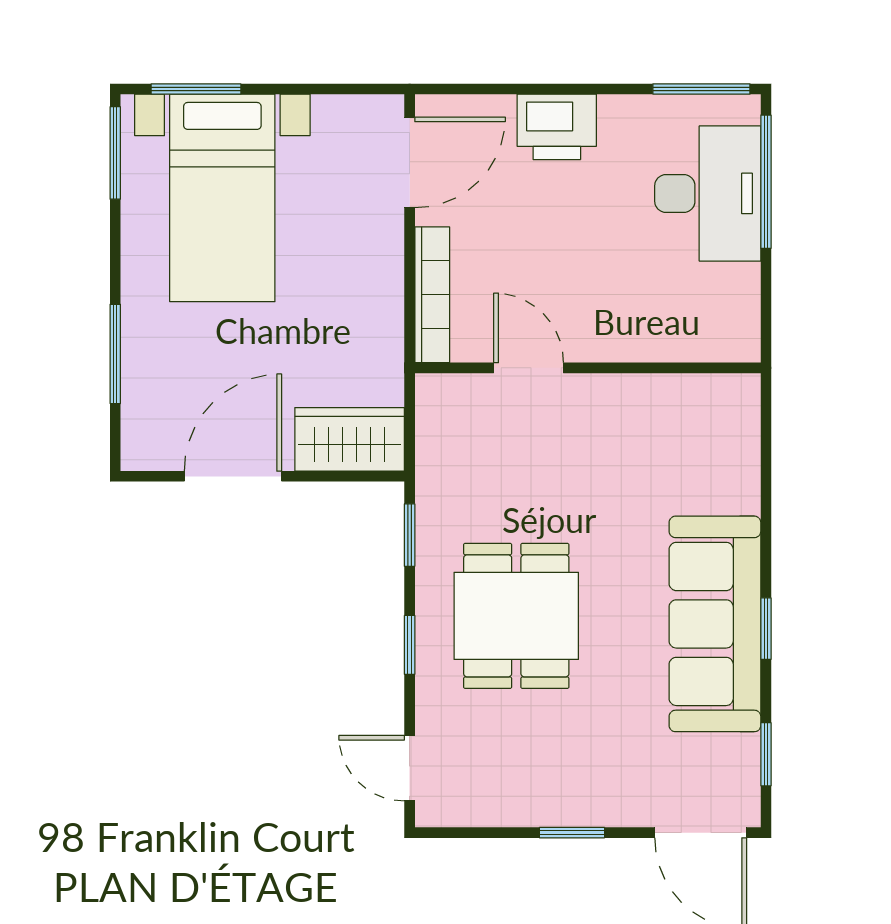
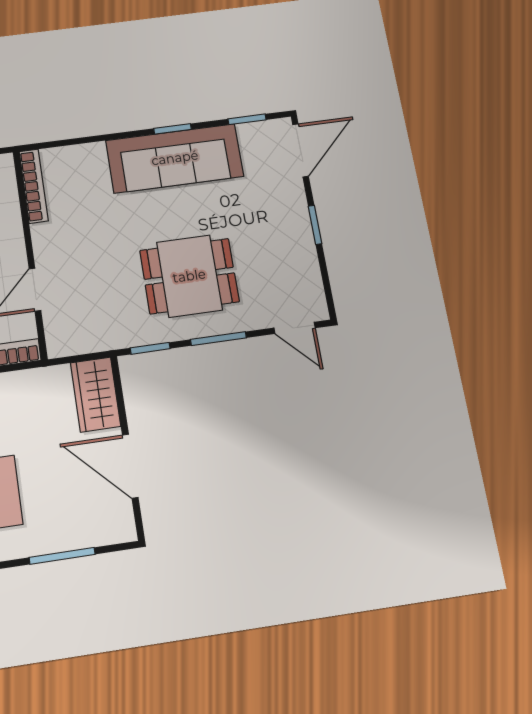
bookcase: (699, 389) -> (34, 186), added
window: (410, 645) -> (218, 339), width x1.50
door: (410, 768) -> (295, 328), hinge flipped

